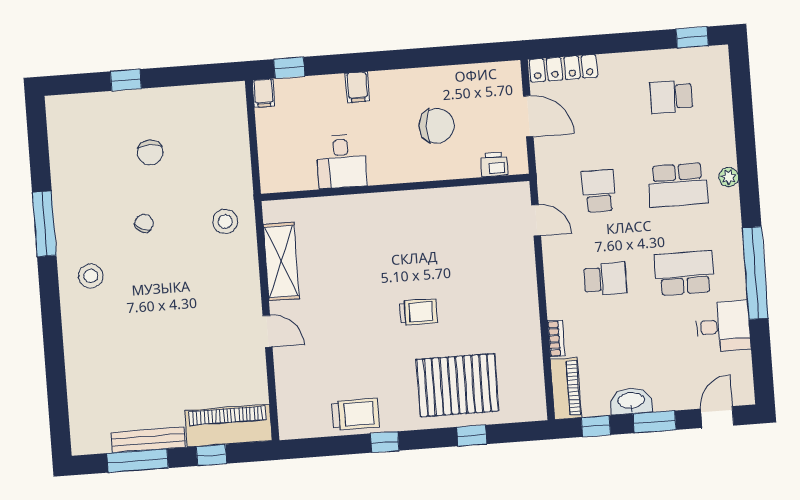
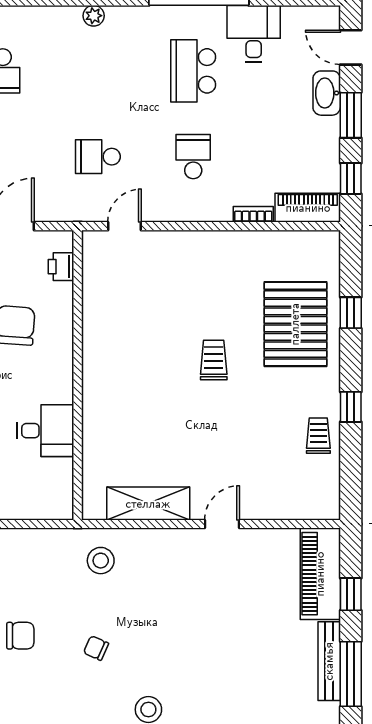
school desk: (678, 185) -> (98, 71), removed
washbasin: (631, 401) -> (327, 93), moved
trolley: (356, 414) -> (318, 436), width x0.73, depth x0.72

